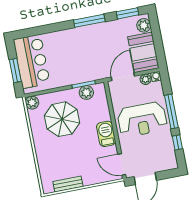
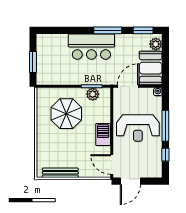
bar counter: (32, 61) -> (91, 47), moved, turned 90
plant: (146, 79) -> (148, 93), removed
plant: (32, 103) -> (42, 94), removed
bench: (68, 184) -> (60, 173), width x1.36

